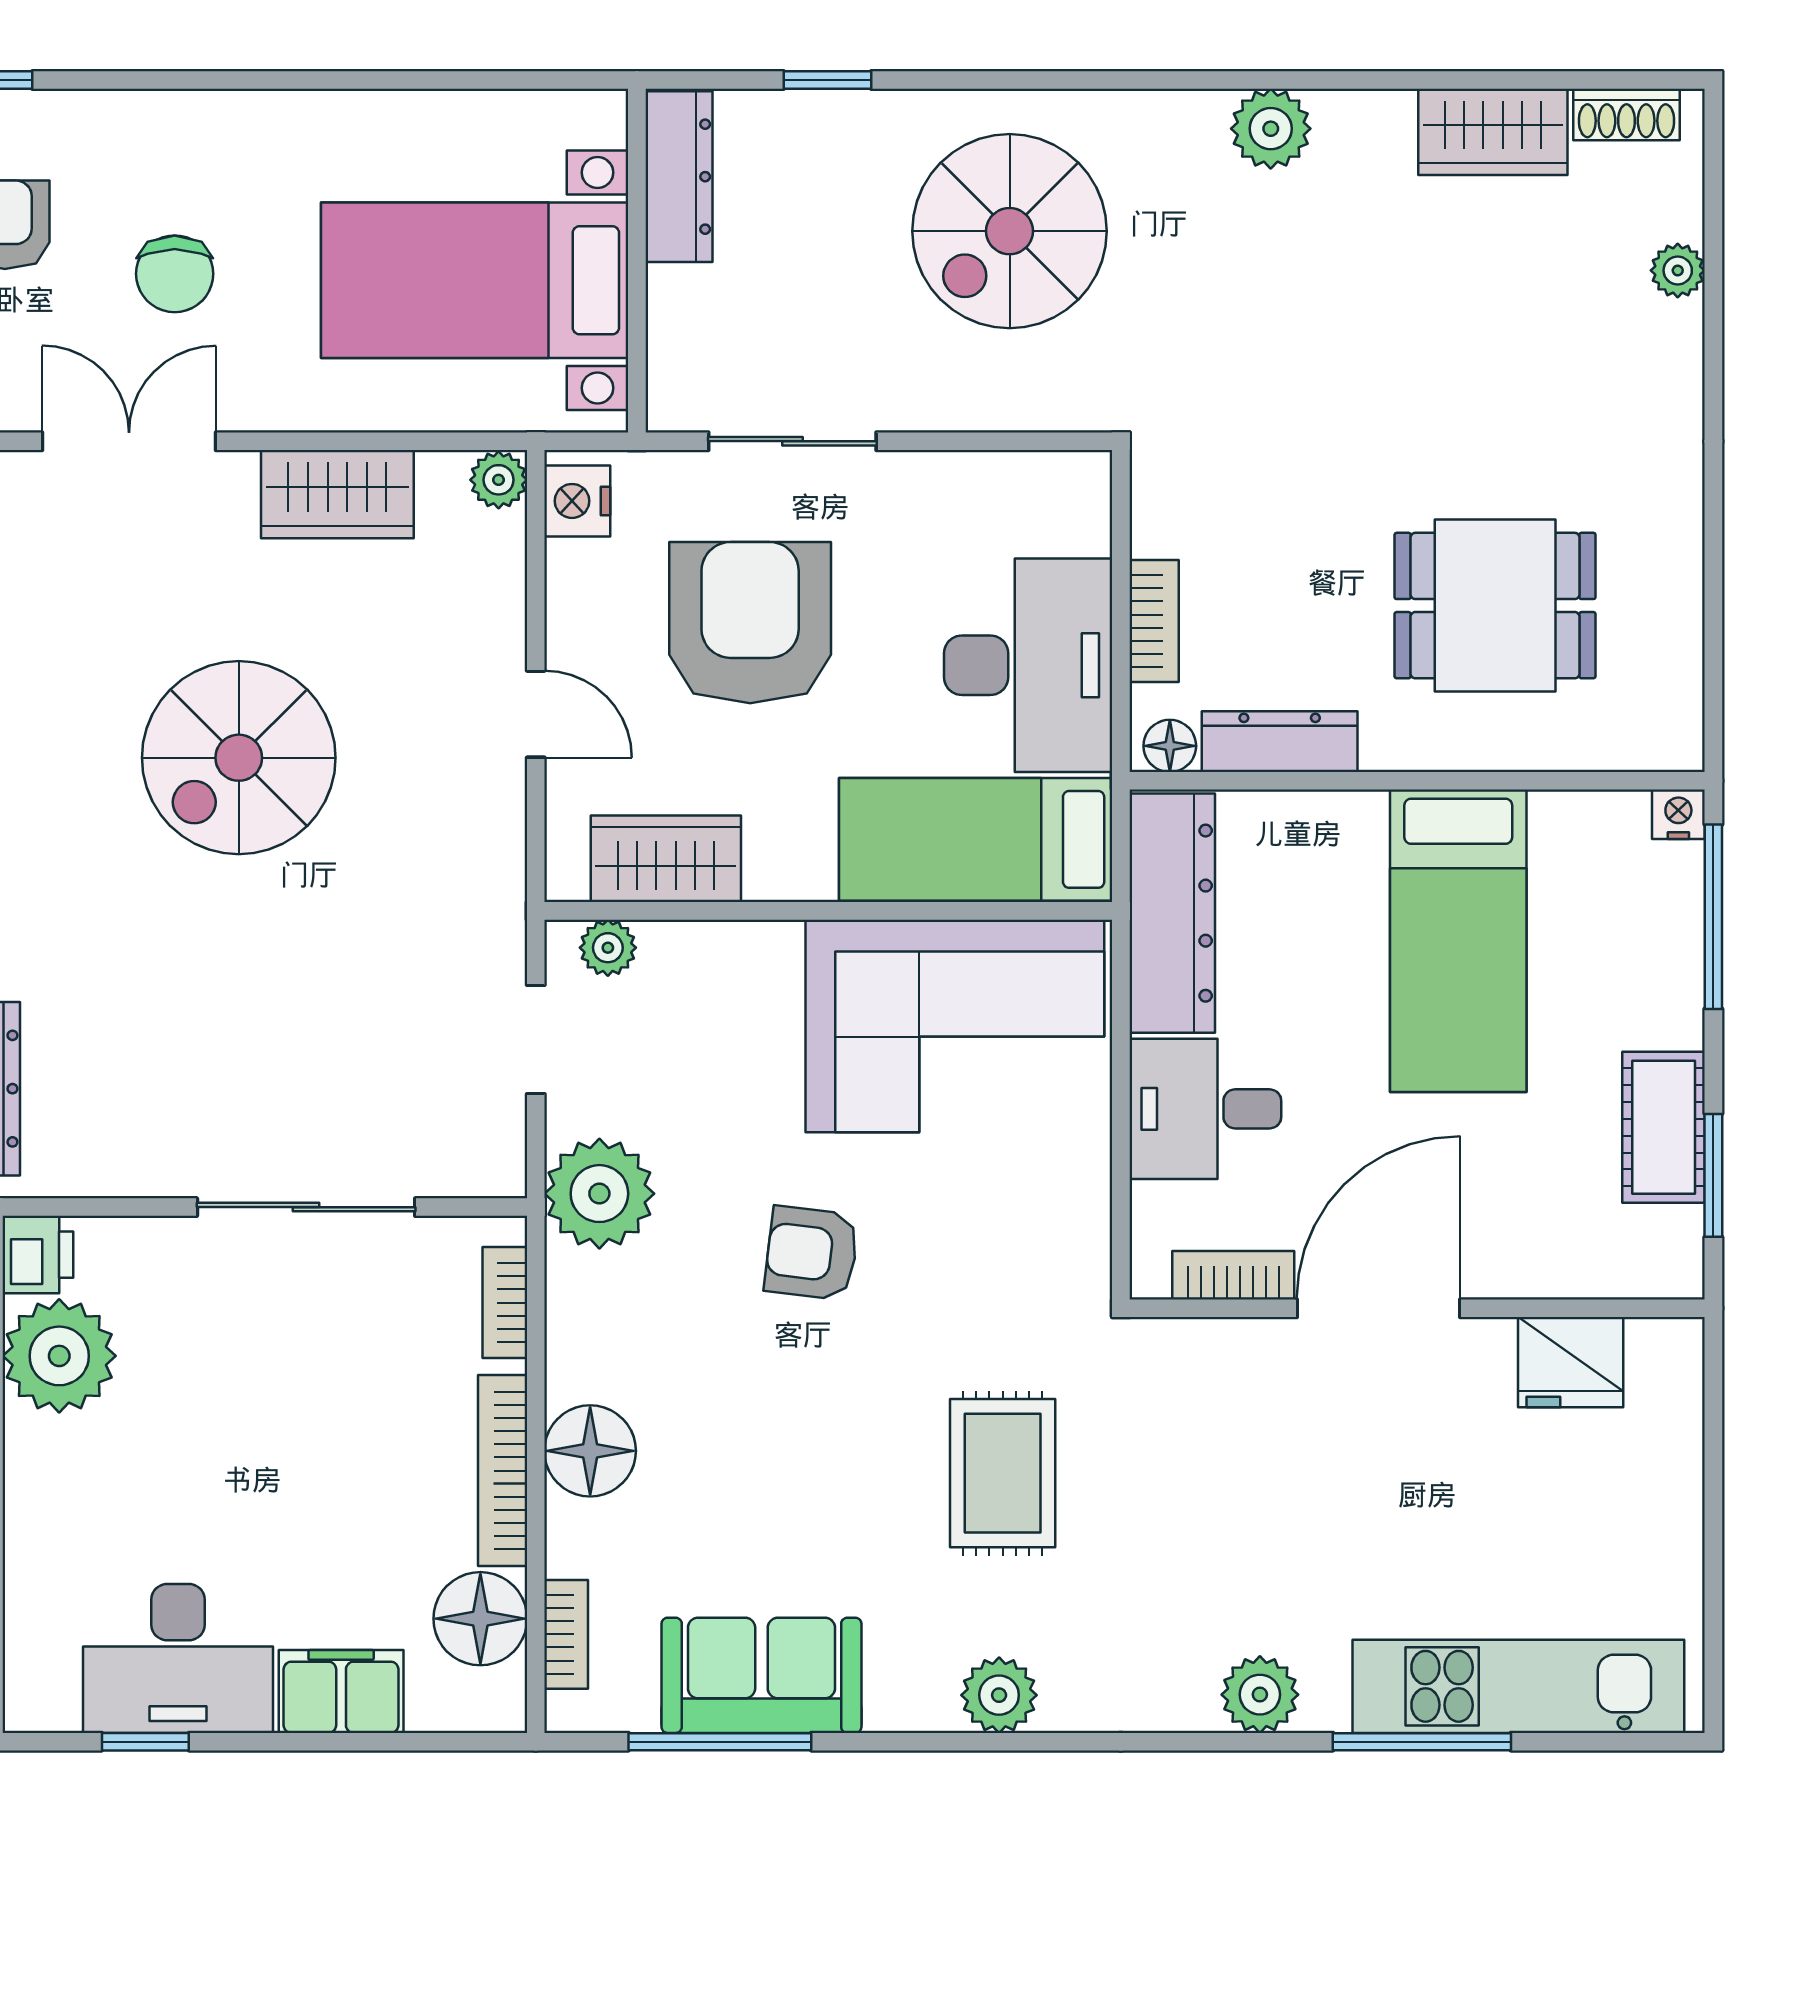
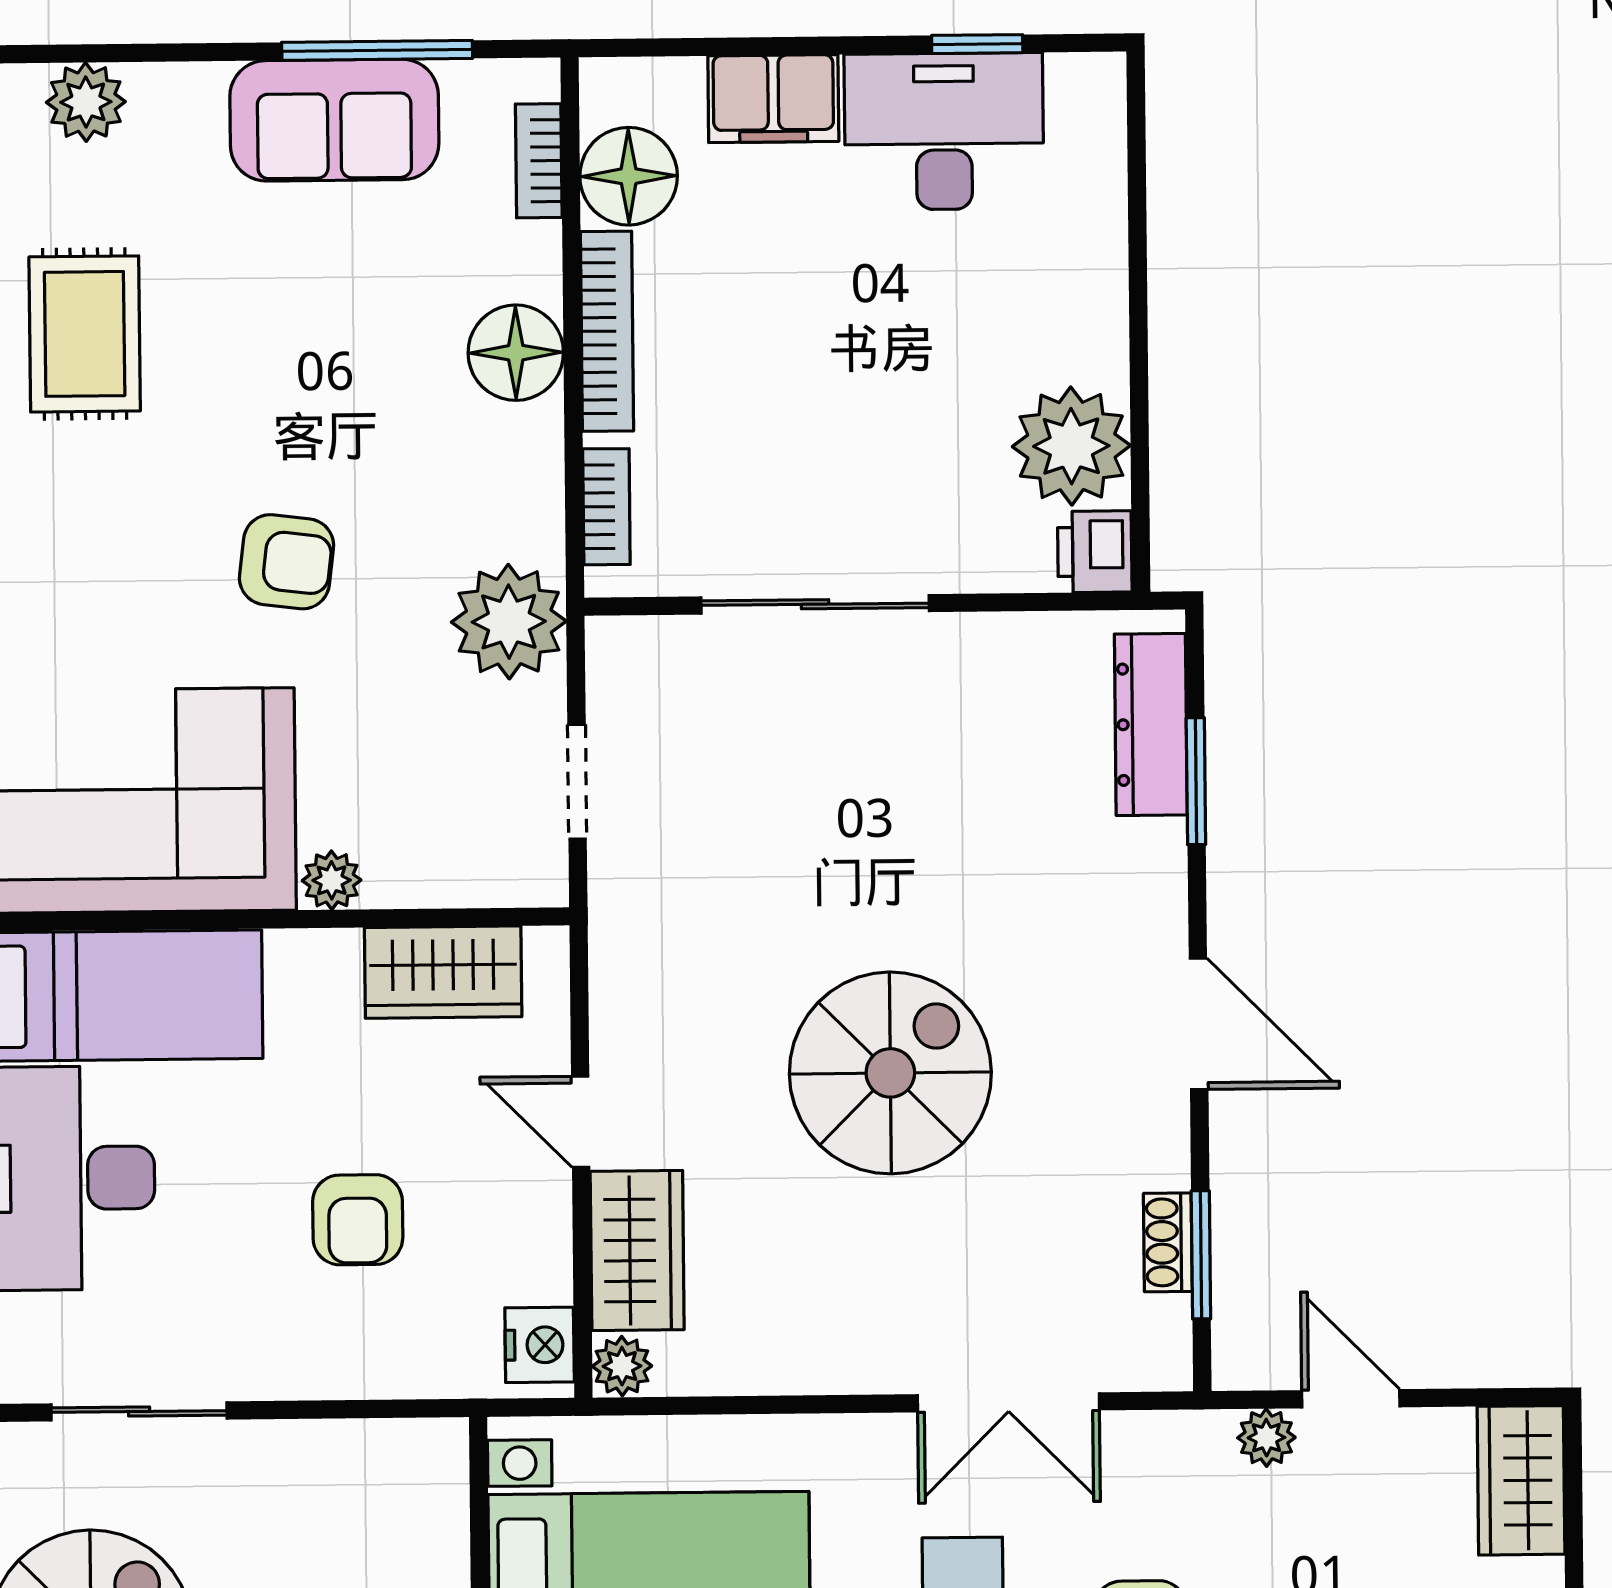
sliding door: (792, 441) -> (139, 1411), moved
wardrobe: (337, 494) -> (637, 1250), moved, turned 90
armchair: (750, 623) -> (358, 1220), width x0.53, depth x0.53
plant: (608, 948) -> (332, 880), moved

